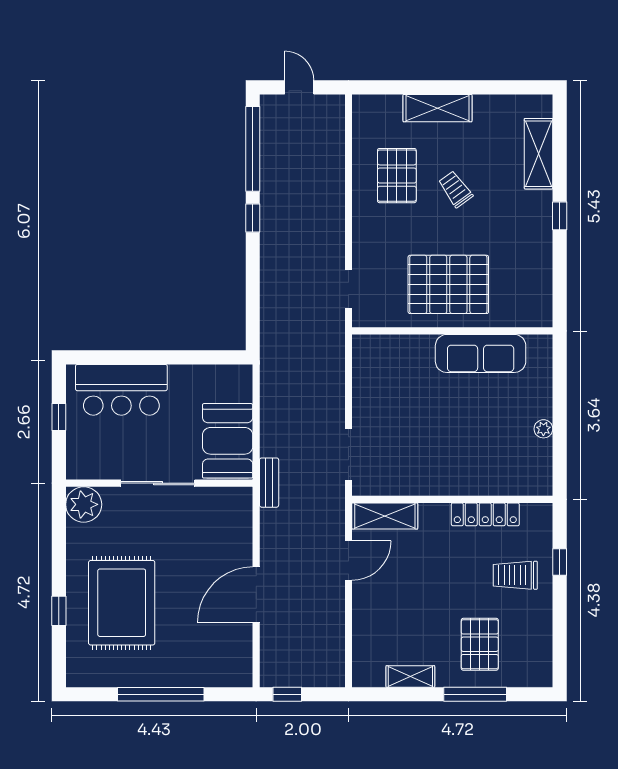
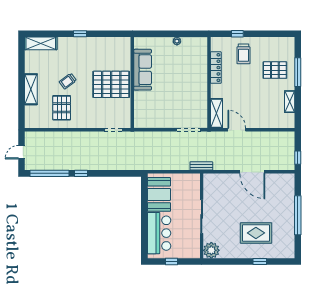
shelving: (539, 154) -> (41, 43), moved
pallet: (397, 176) -> (62, 108), turned 90
pallet: (448, 284) -> (111, 84), turned 90
booth: (228, 441) -> (159, 194), moved, turned 90
rug: (122, 603) -> (256, 233), width x0.73, depth x0.69

